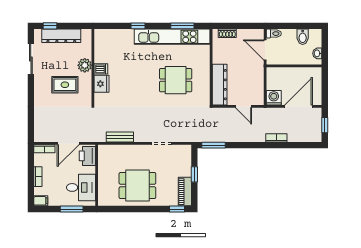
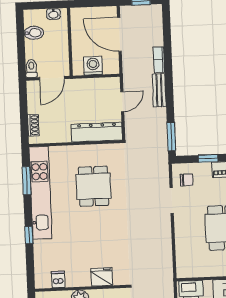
dishwasher: (101, 69) -> (58, 279), moved
washing machine: (274, 98) -> (93, 66), moved, turned 90
bench: (120, 137) -> (159, 90), moved
chair: (178, 156) -> (187, 180), added

